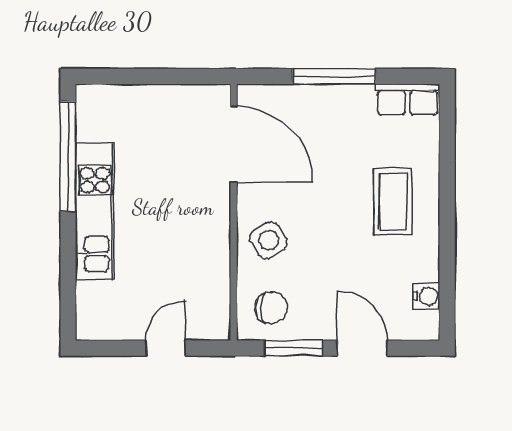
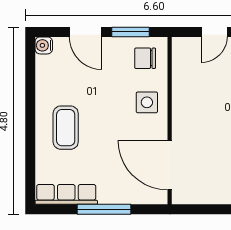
row of seats: (407, 99) -> (66, 194), width x1.48
side table: (269, 240) -> (147, 102), turned 32
water cooler: (426, 296) -> (44, 45), moved

